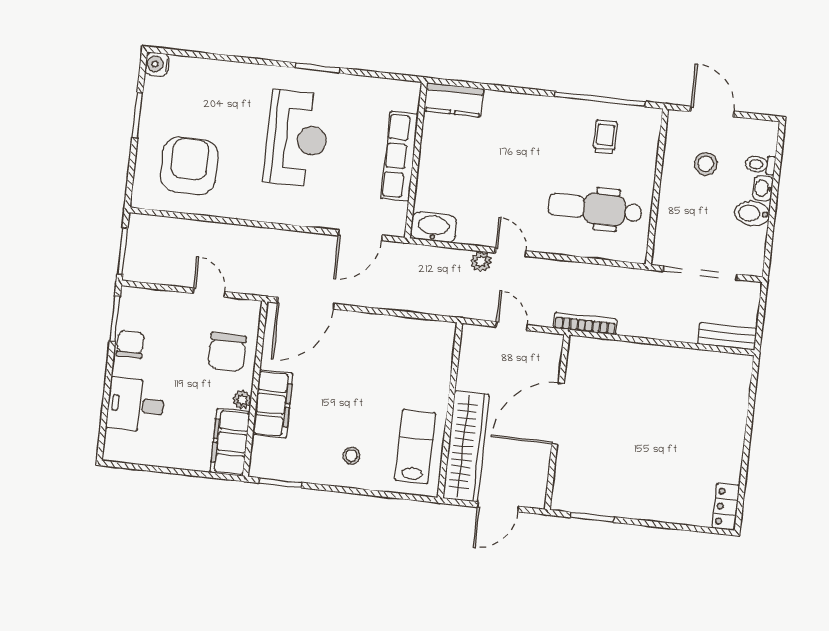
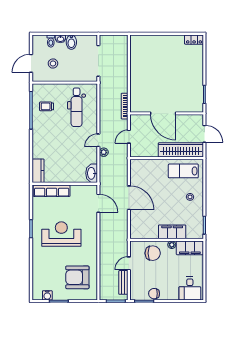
water cooler: (157, 64) -> (47, 295), moved
row of seats: (400, 156) -> (52, 191), moved
door: (306, 303) -> (129, 198), moved
bench: (727, 336) -> (123, 282), moved
desk: (136, 405) -> (190, 288), moved

